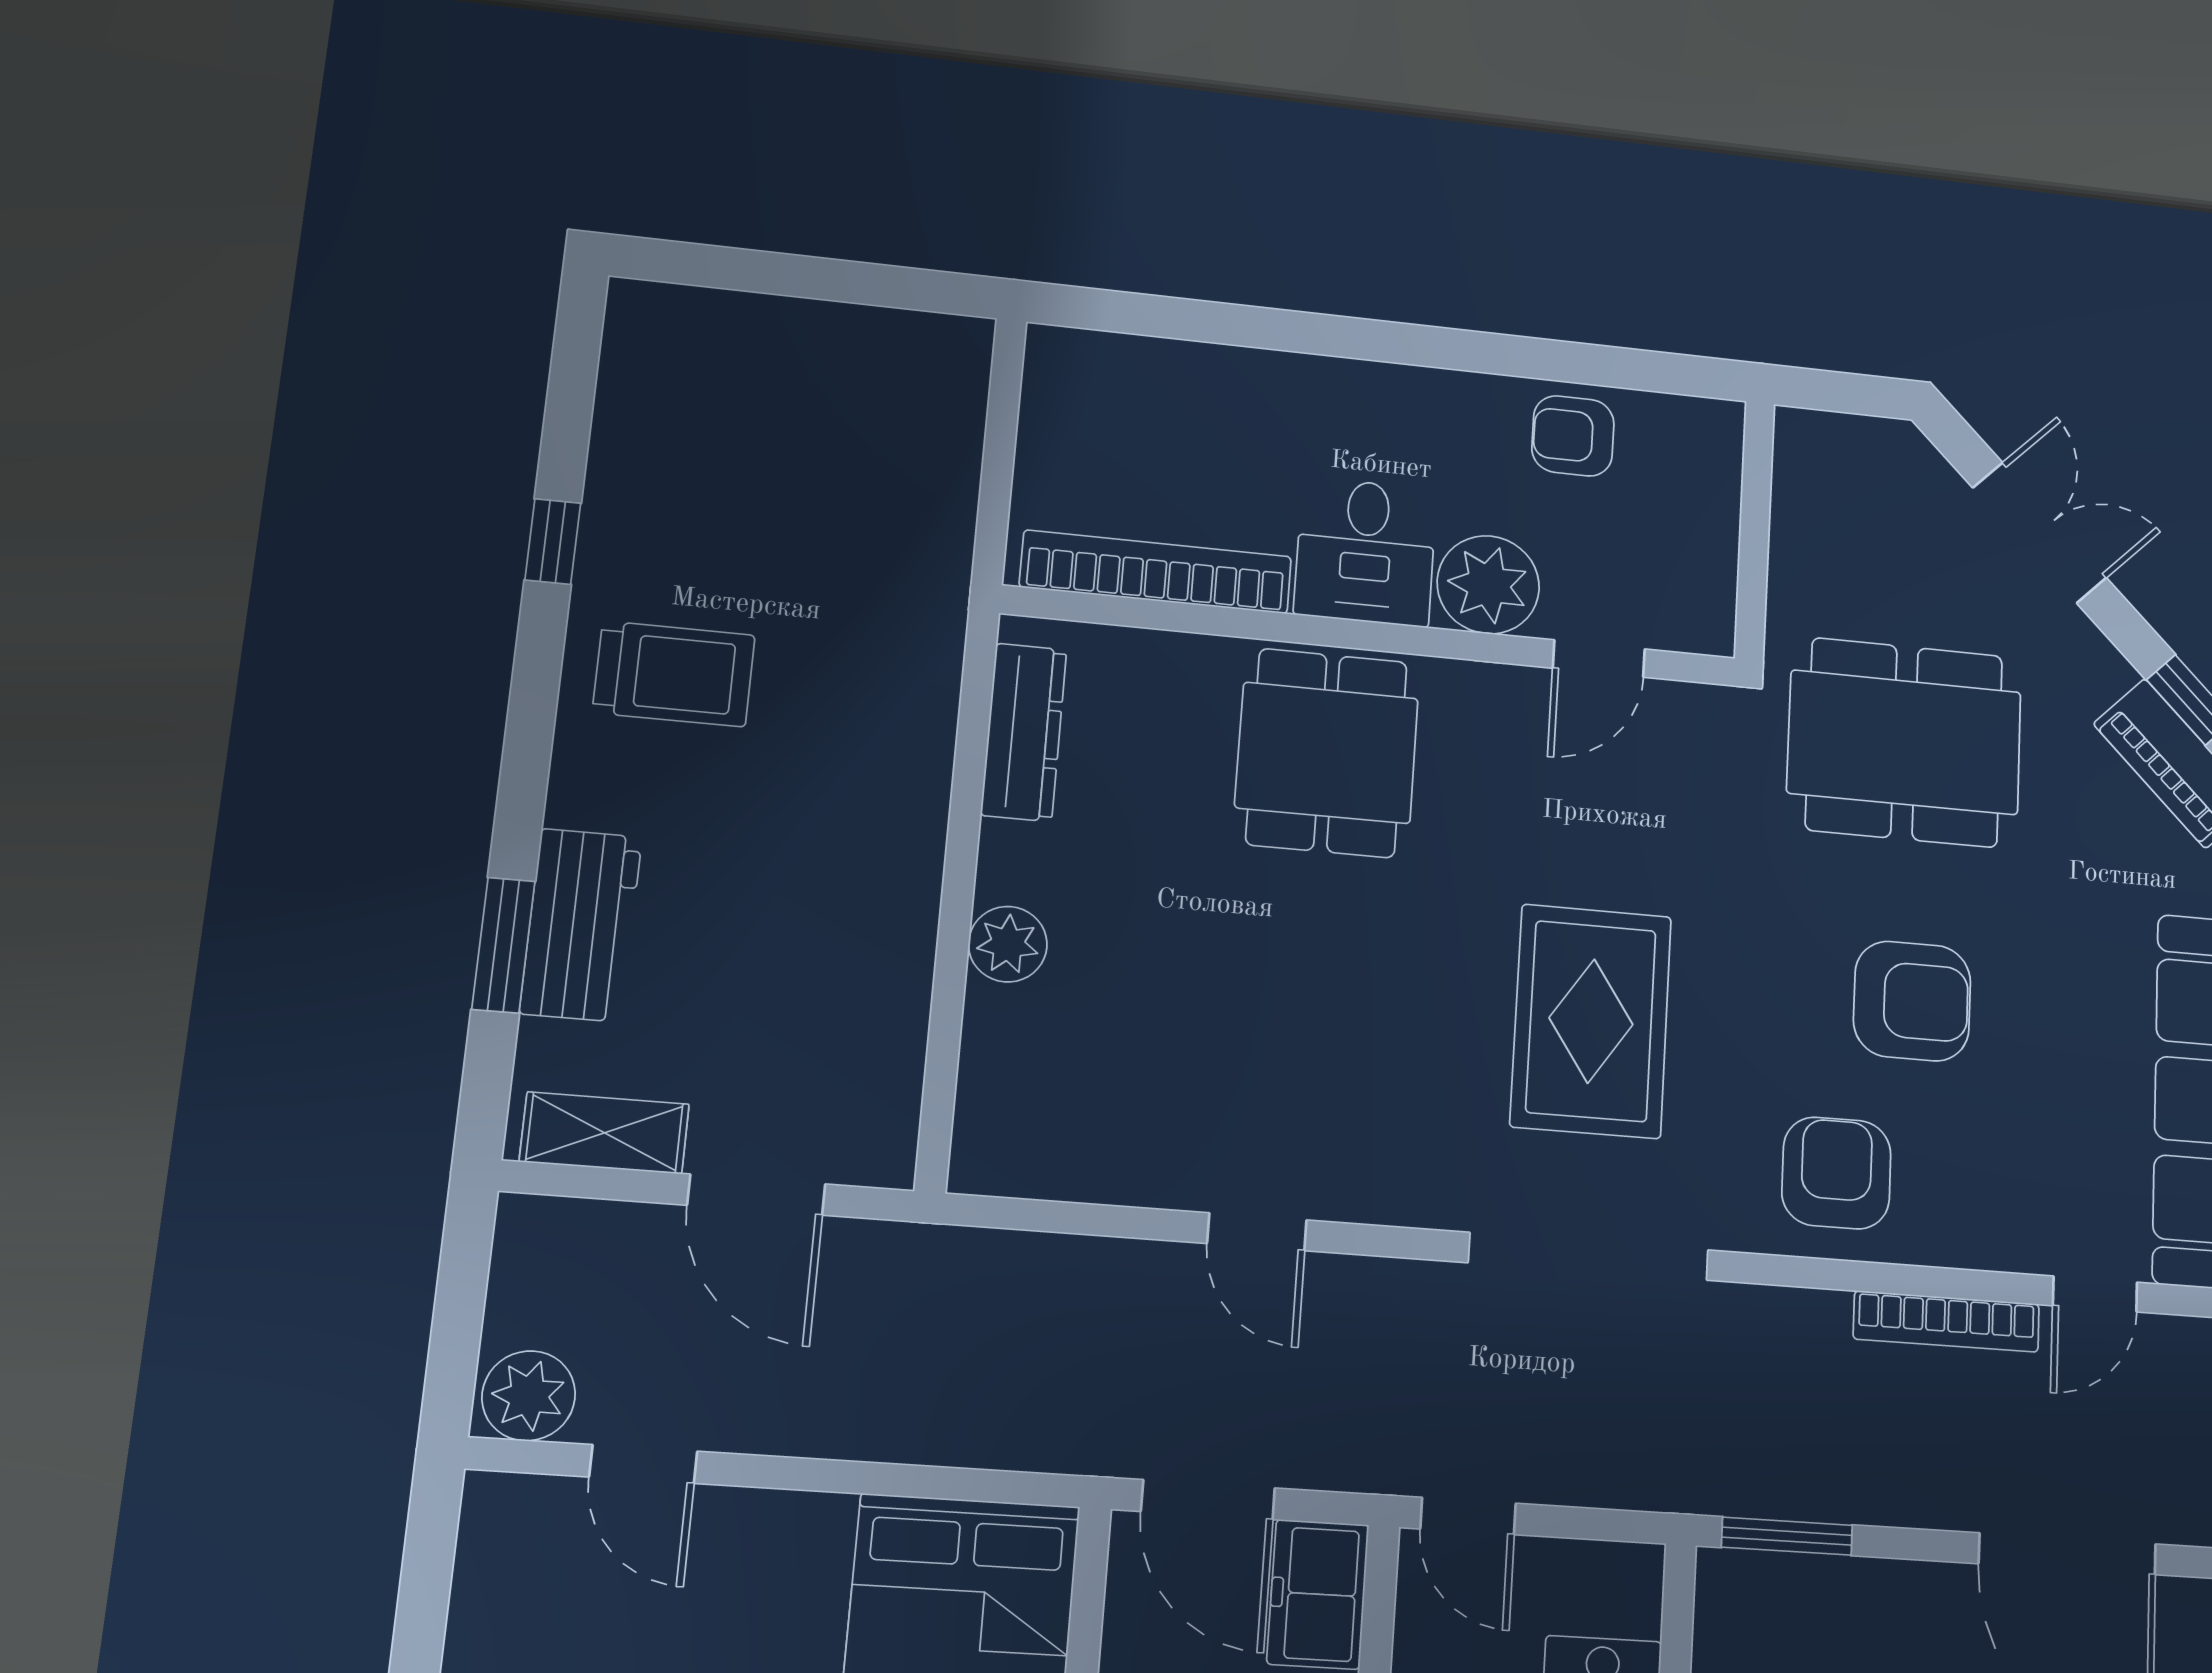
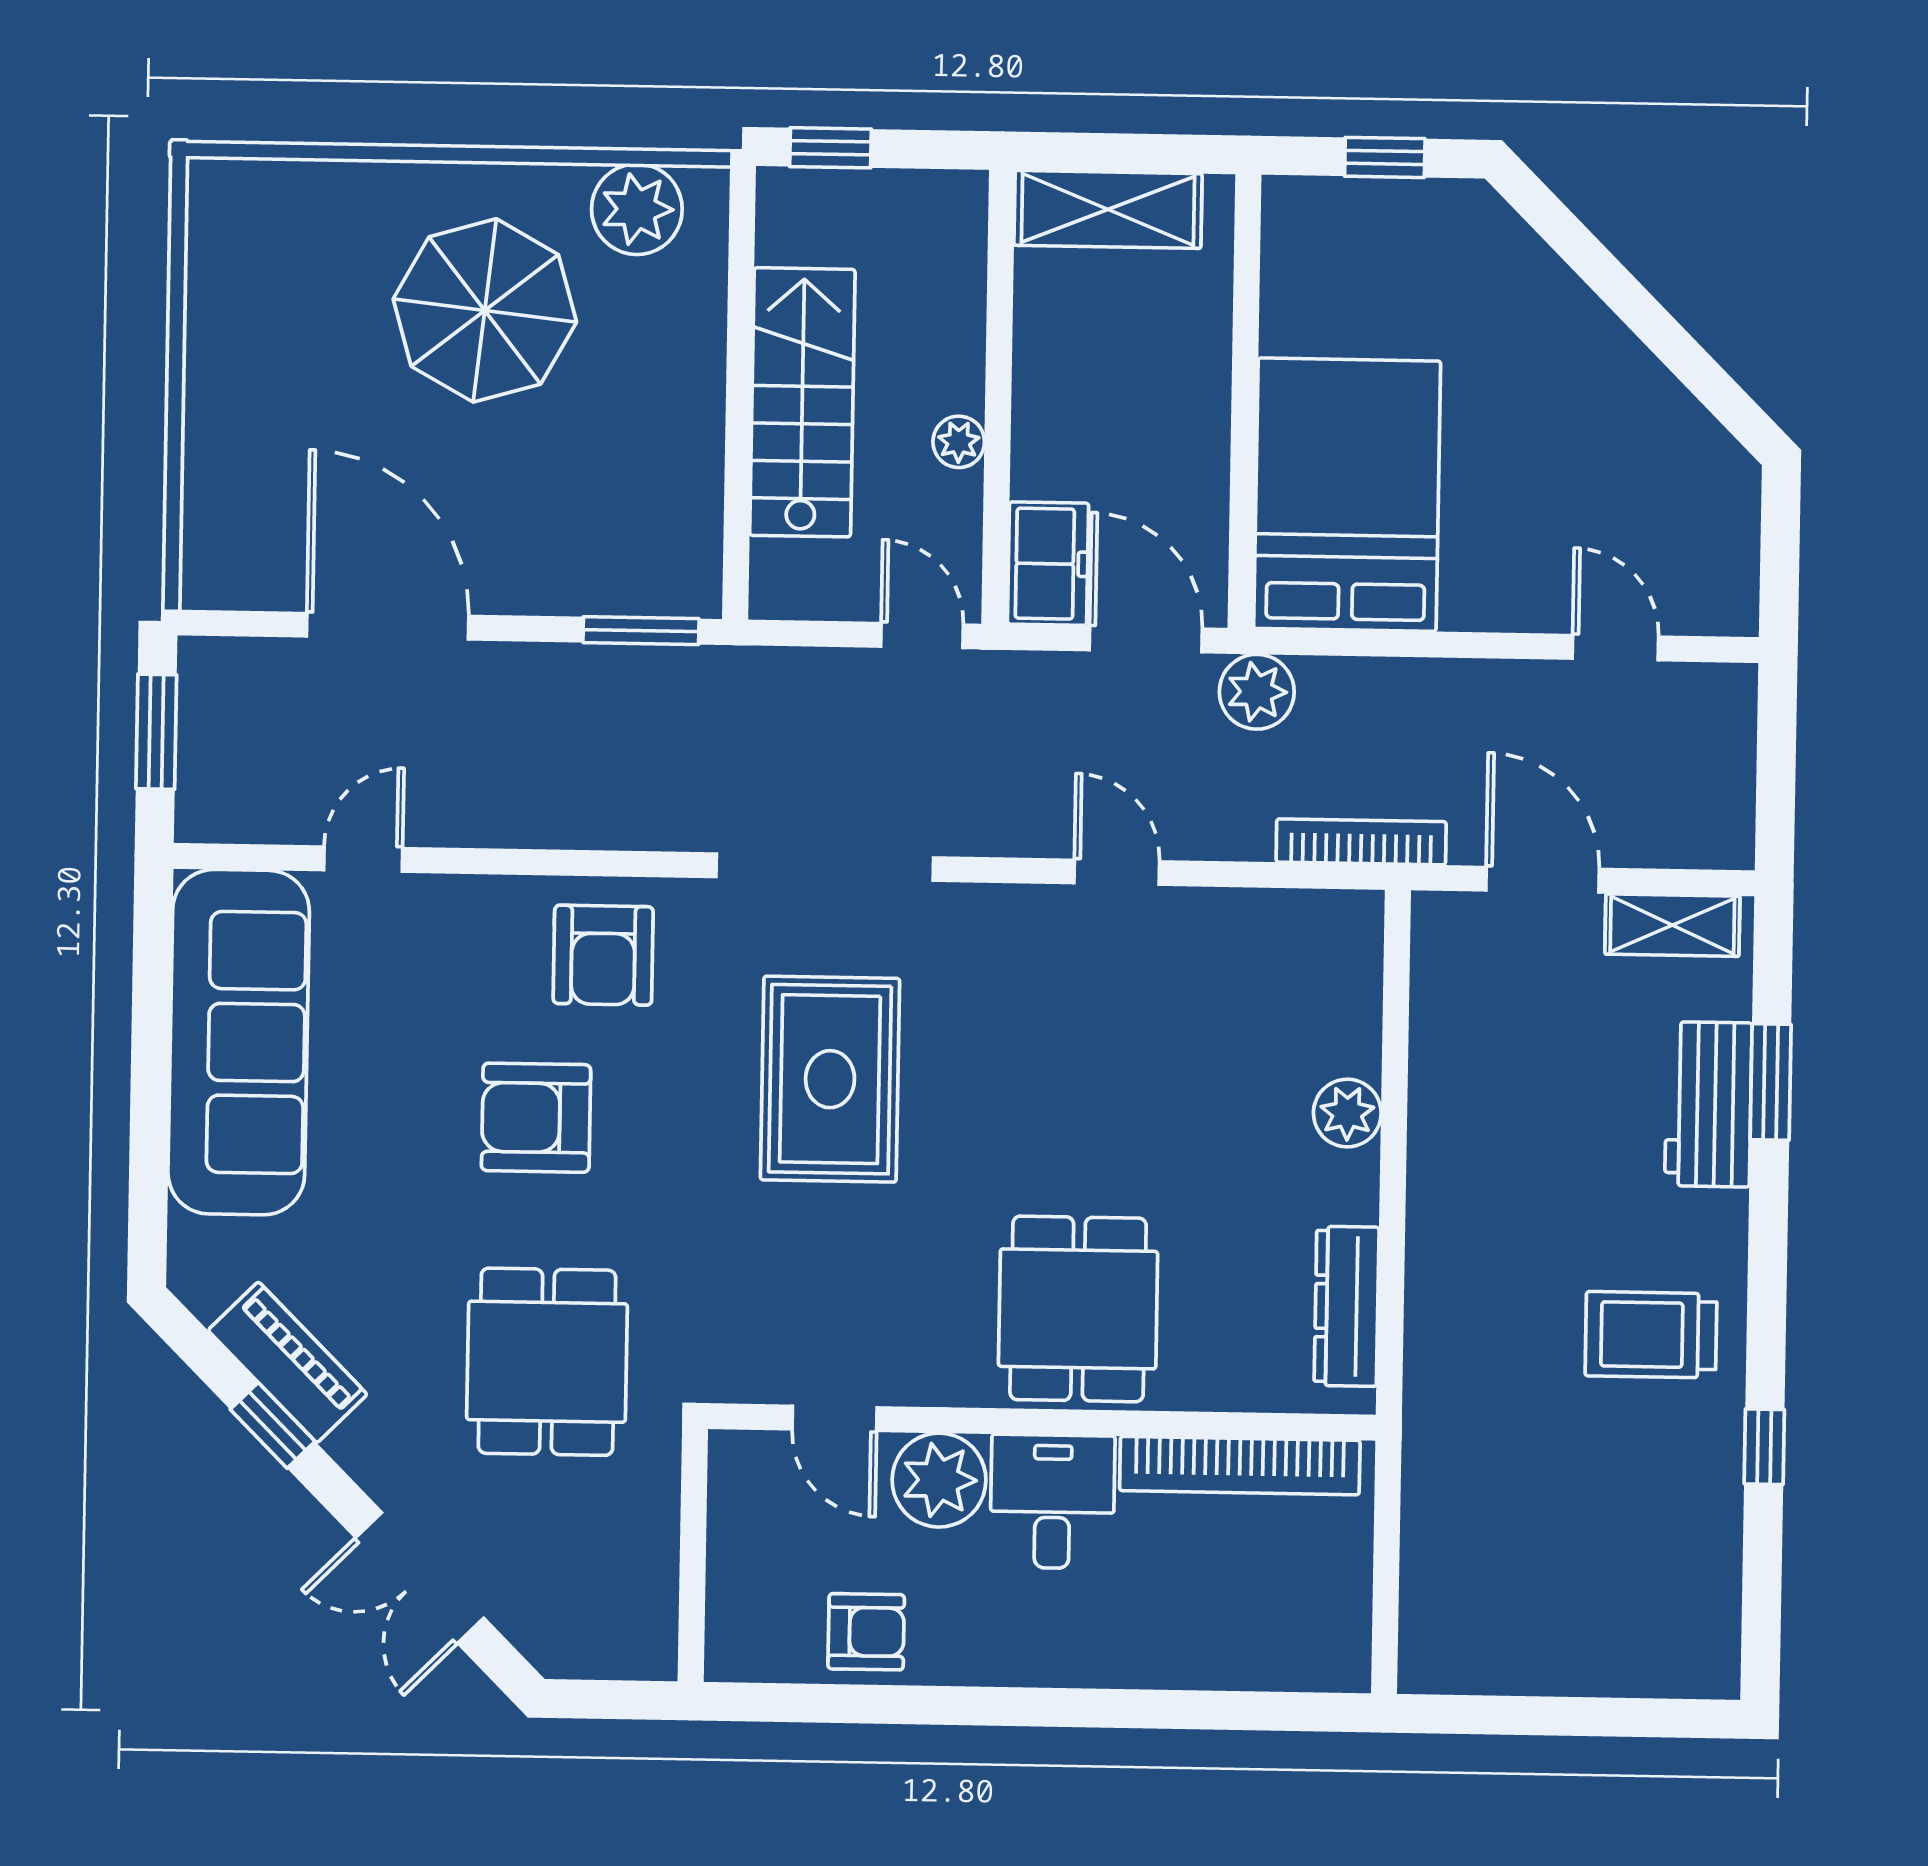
door: (1599, 659) -> (835, 1418), swing flipped
dining table: (1904, 742) -> (547, 1362), width x0.73
bookcase: (1946, 1322) -> (1361, 842), moved
plant: (529, 1396) -> (1257, 692), moved

